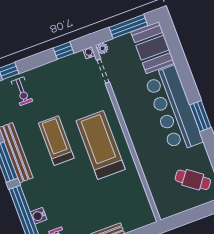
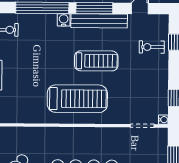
plant: (102, 48) -> (163, 133), removed
water cooler: (39, 216) -> (64, 20), moved

